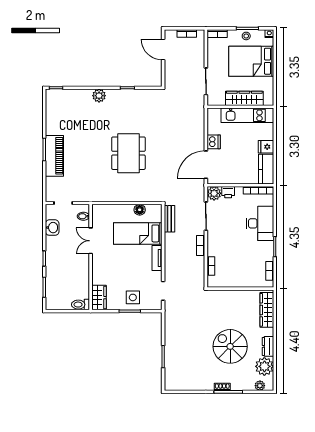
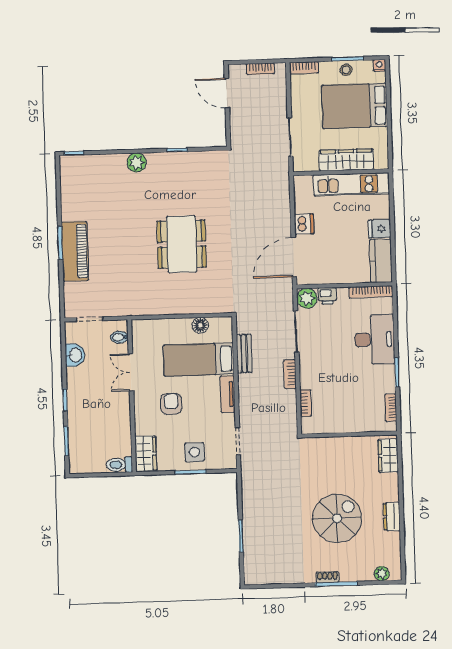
bench: (169, 219) -> (244, 354), moved
armchair: (118, 263) -> (171, 404), added
wardrobe: (267, 310) -> (388, 456), width x0.67
spiral stairs: (230, 346) -> (337, 518), turned 90
plant: (264, 366) -> (387, 546), removed

